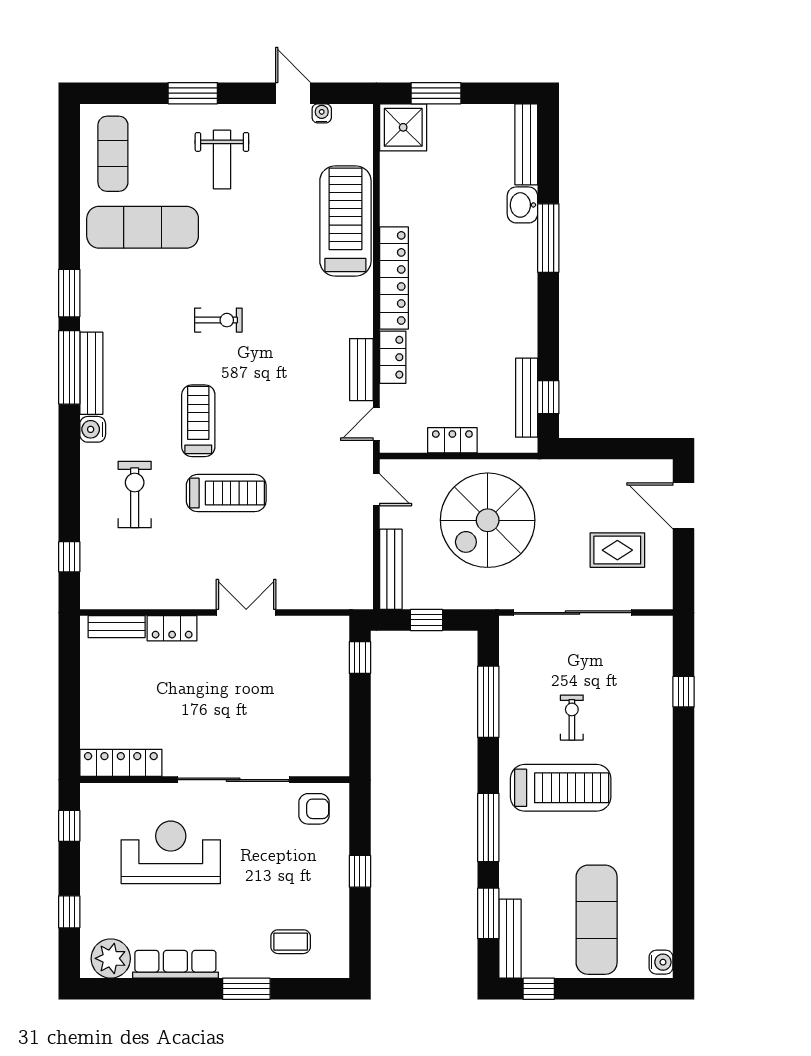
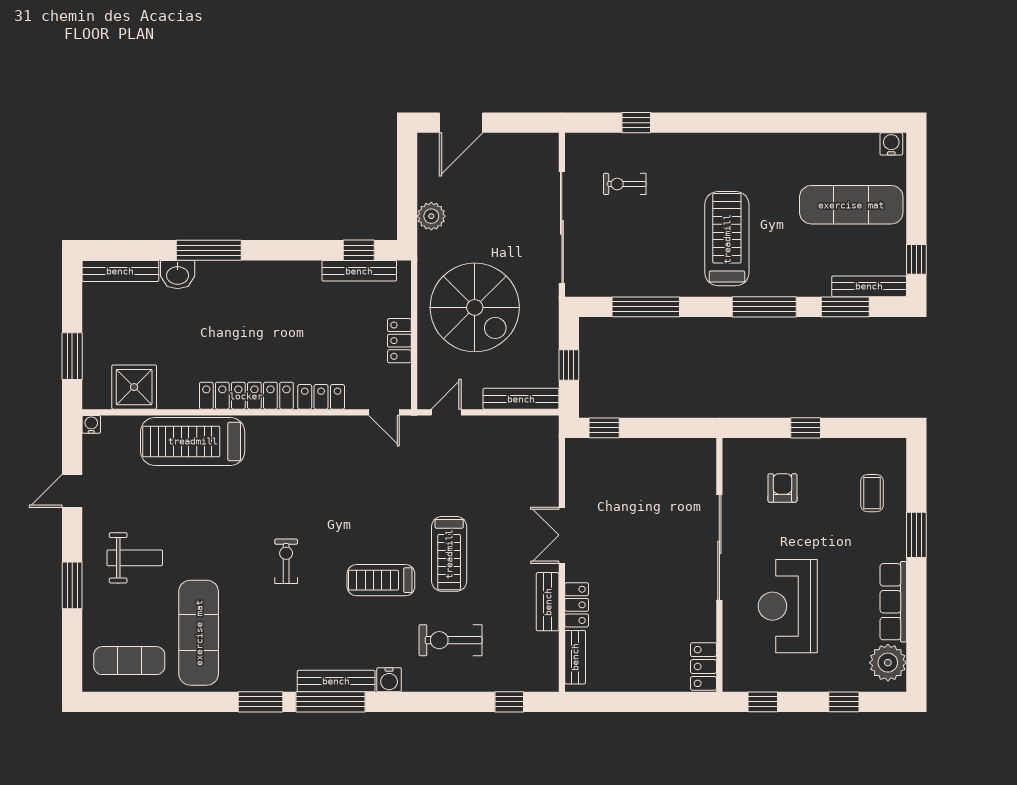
water cooler: (322, 113) -> (91, 424), moved, turned 90
shower: (403, 127) -> (134, 387), moved
bench: (361, 370) -> (548, 602), moved, turned 90
plant: (584, 474) -> (431, 216), added
treadmill: (226, 493) -> (449, 554), turned 180
rug: (617, 550) -> (503, 185), removed
exercise bike: (572, 718) -> (625, 184), moved
locker: (121, 763) -> (703, 666), width x0.66
armchair: (314, 809) -> (782, 488), moved

